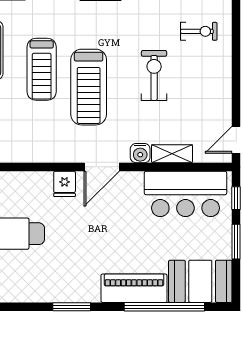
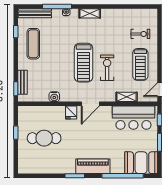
treadmill: (42, 69) -> (140, 64), moved
exercise bike: (154, 75) -> (107, 68), moved
water cooler: (140, 153) -> (54, 97), moved
piano: (134, 288) -> (93, 166), moved

